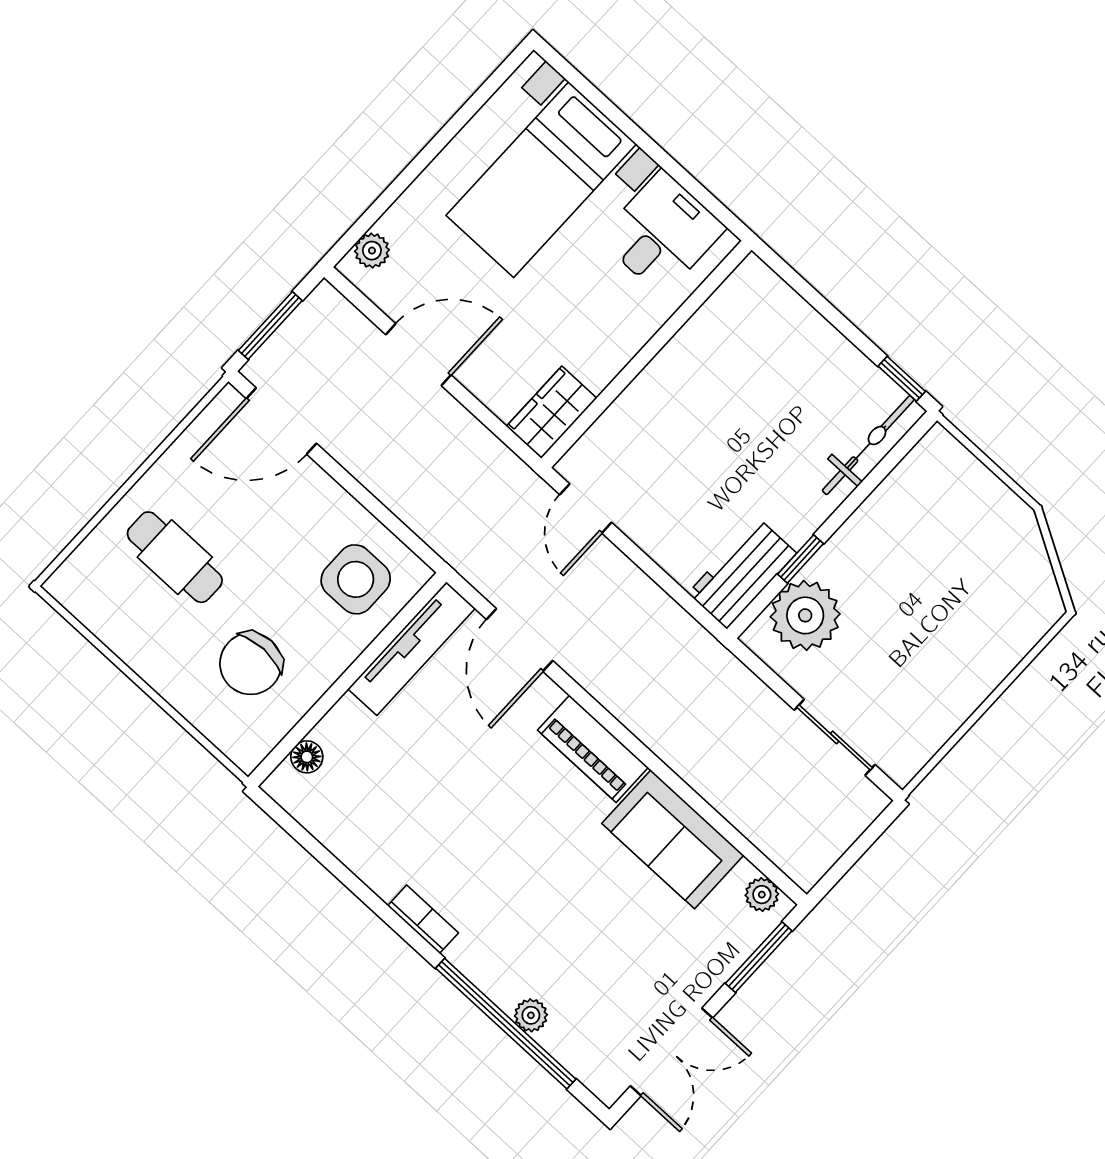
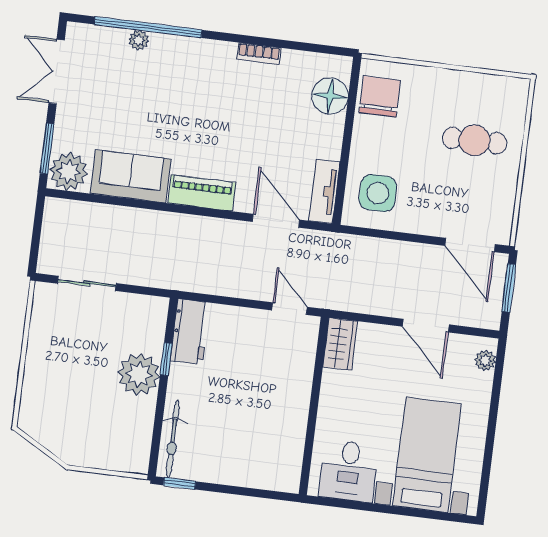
door: (418, 355) -> (426, 326), hinge flipped
door: (281, 421) -> (470, 245), swing flipped
plant: (805, 615) -> (139, 374), moved
tv unit: (412, 649) -> (324, 191), width x0.71
chair: (251, 664) -> (380, 97), moved
floor lamp: (307, 757) -> (330, 96), width x1.89, depth x1.89
plant: (762, 895) -> (69, 172), width x1.88, depth x1.88
bookcase: (423, 919) -> (259, 54), moved

